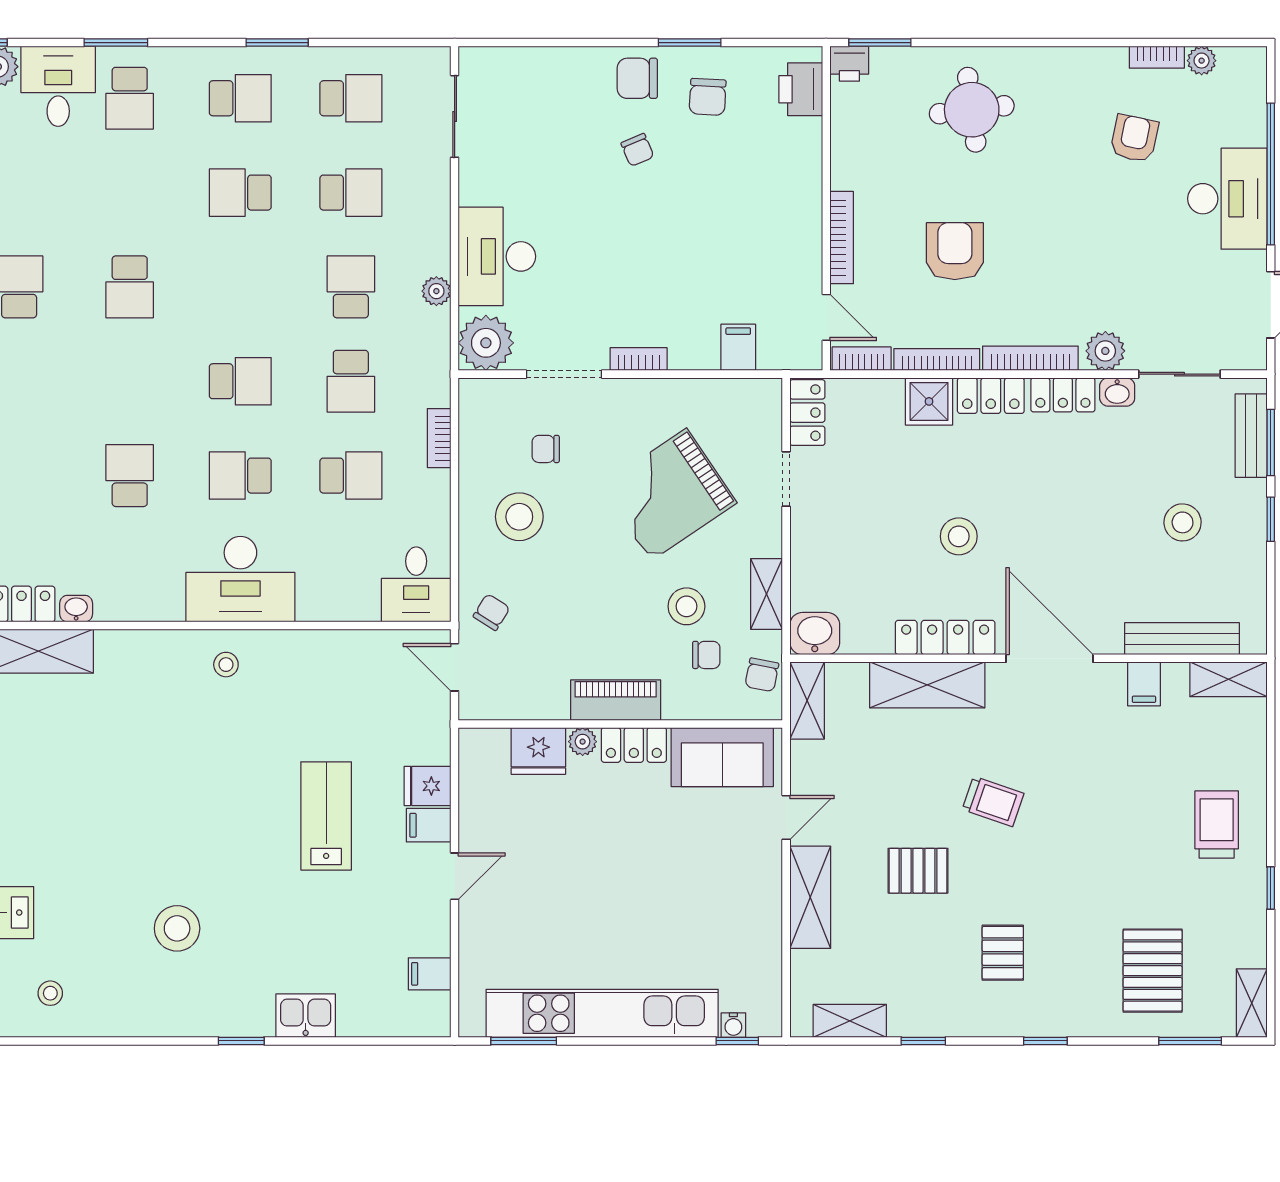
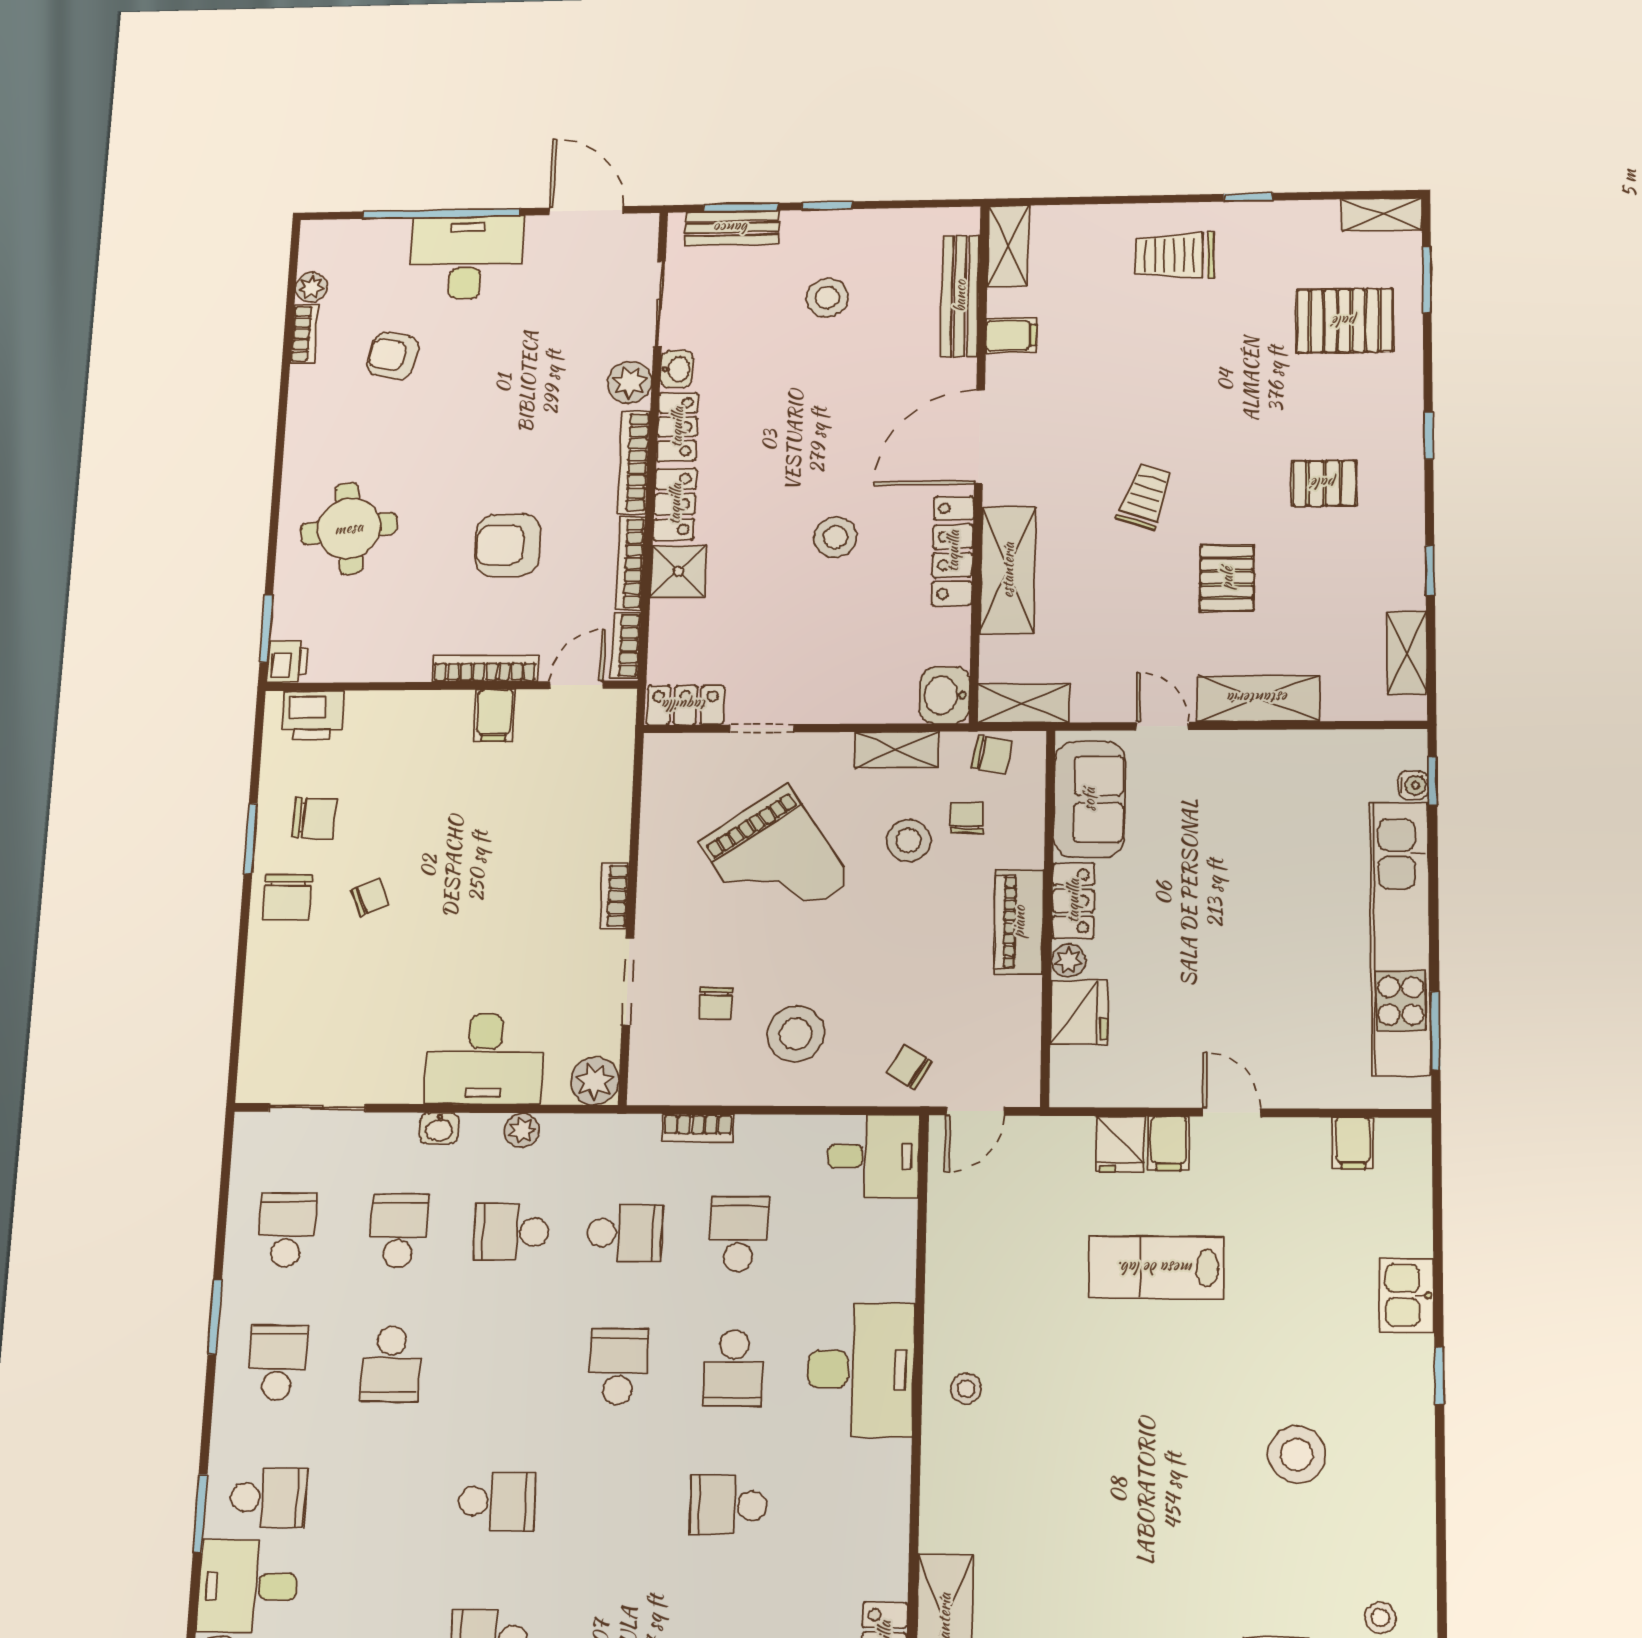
plant: (486, 343) -> (595, 1081), width x0.73, depth x0.73
filing cabinet: (738, 347) -> (495, 715), moved, turned -90
washbasin: (76, 609) -> (439, 1128), moved, turned -90

